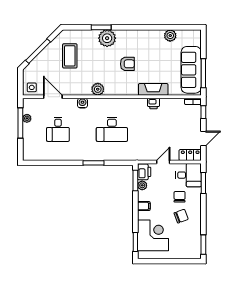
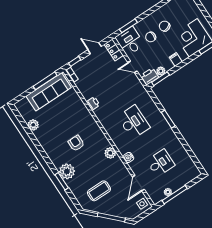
fireplace: (153, 89) -> (83, 111), removed

